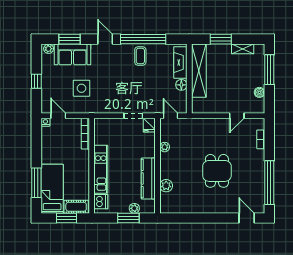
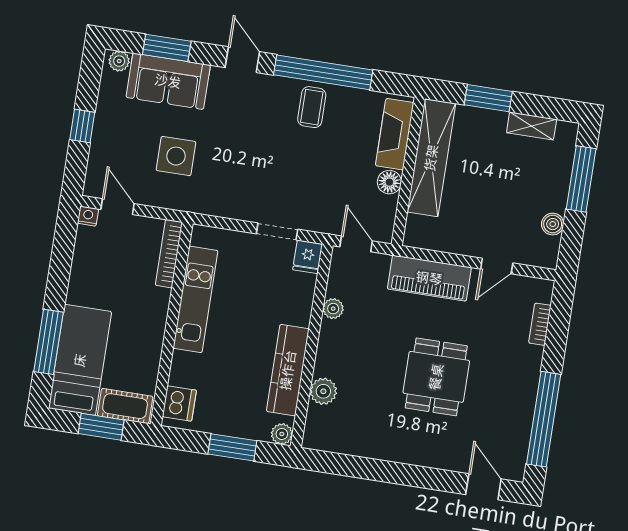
piano: (207, 126) -> (429, 278), added
kitchen unit: (101, 169) -> (195, 299), moved
plant: (134, 208) -> (282, 434), moved

